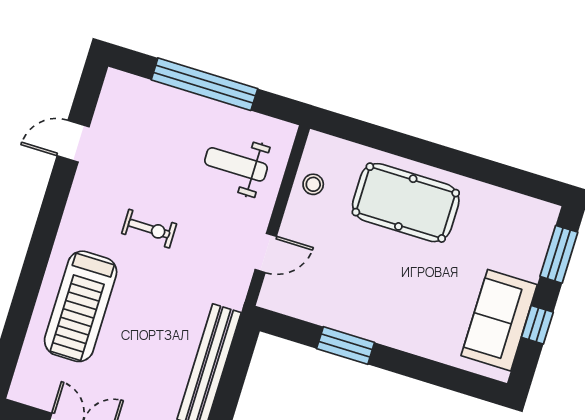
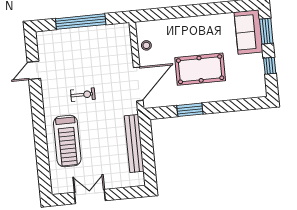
weight bench: (236, 164) -> (109, 51), removed
pool table: (406, 203) -> (200, 69), moved
door: (266, 253) -> (138, 84), width x1.88
sofa: (499, 320) -> (248, 32), moved

